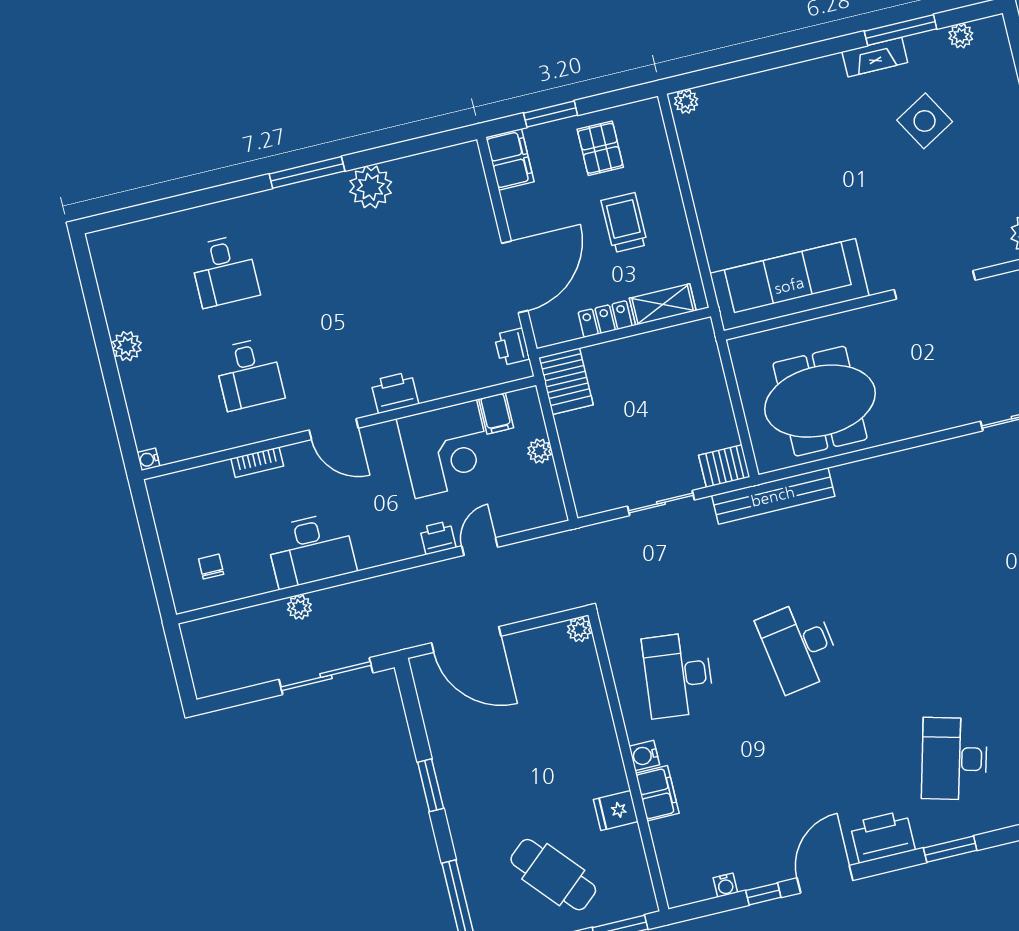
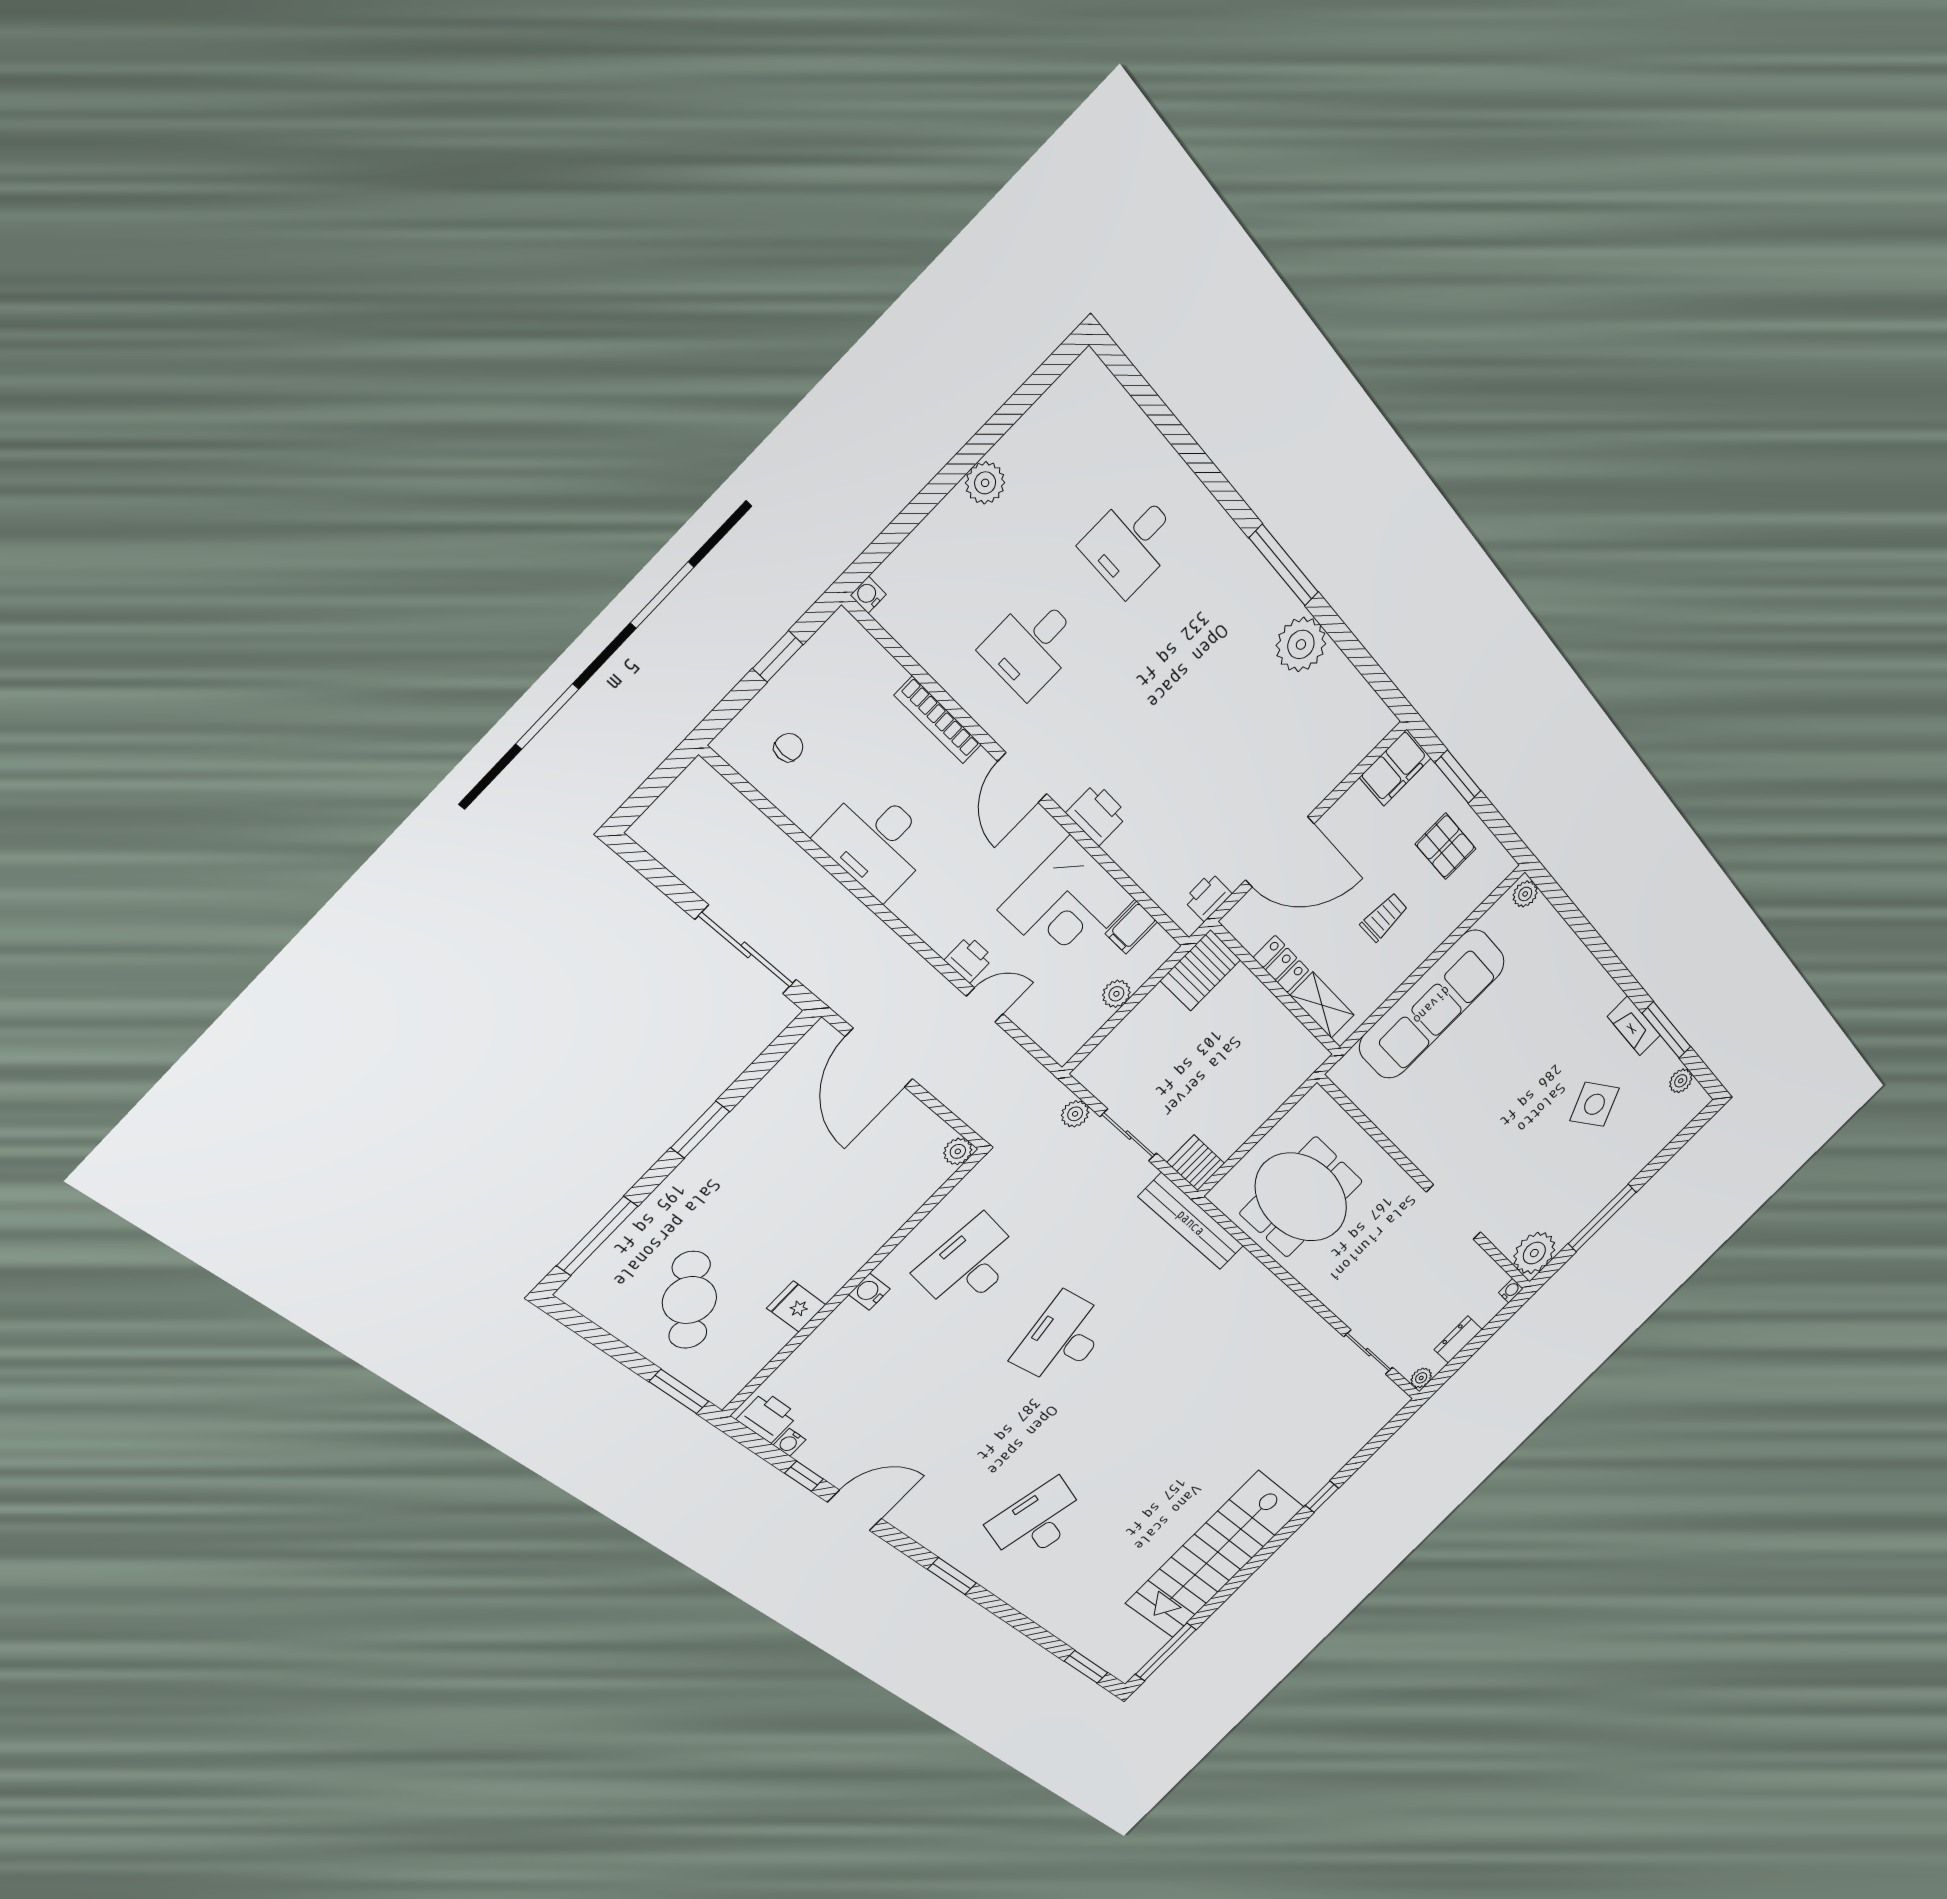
pallet: (600, 148) -> (1446, 846), turned 90
trolley: (624, 223) -> (1384, 917), width x0.73, depth x0.72
sofa: (789, 285) -> (1432, 1005), moved, turned 90
bookcase: (257, 462) -> (938, 720), width x1.56
window: (150, 538) -> (778, 656), added
plant: (299, 607) -> (1075, 1114), moved
filing cabinet: (657, 793) -> (839, 1328), removed
printer: (883, 837) -> (767, 1417), moved, width x0.73, depth x0.84

